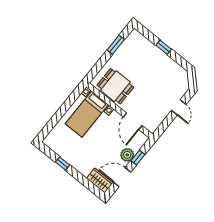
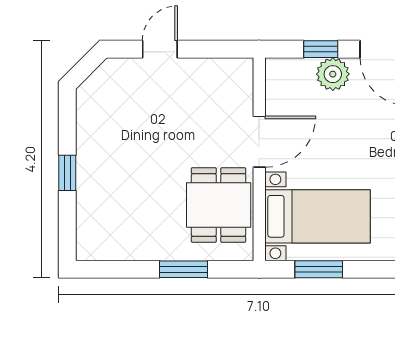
window: (116, 45) -> (184, 269), moved
window: (70, 101) -> (319, 269), added
door: (133, 121) -> (259, 142), moved

